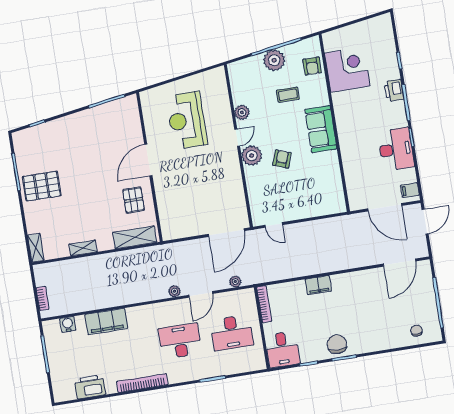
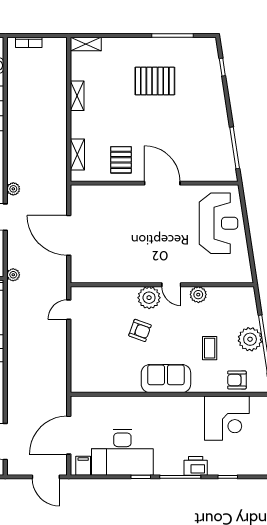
reception desk: (187, 120) -> (219, 223), moved, turned 90
desk: (396, 149) -> (122, 452), width x1.36, depth x1.30
pallet: (42, 186) -> (155, 81), moved, turned 90
pallet: (134, 200) -> (121, 160), turned 90
door: (226, 233) -> (69, 235), moved
shelving: (135, 237) -> (77, 155), width x0.67, depth x0.75
plant: (235, 282) -> (13, 275), moved

